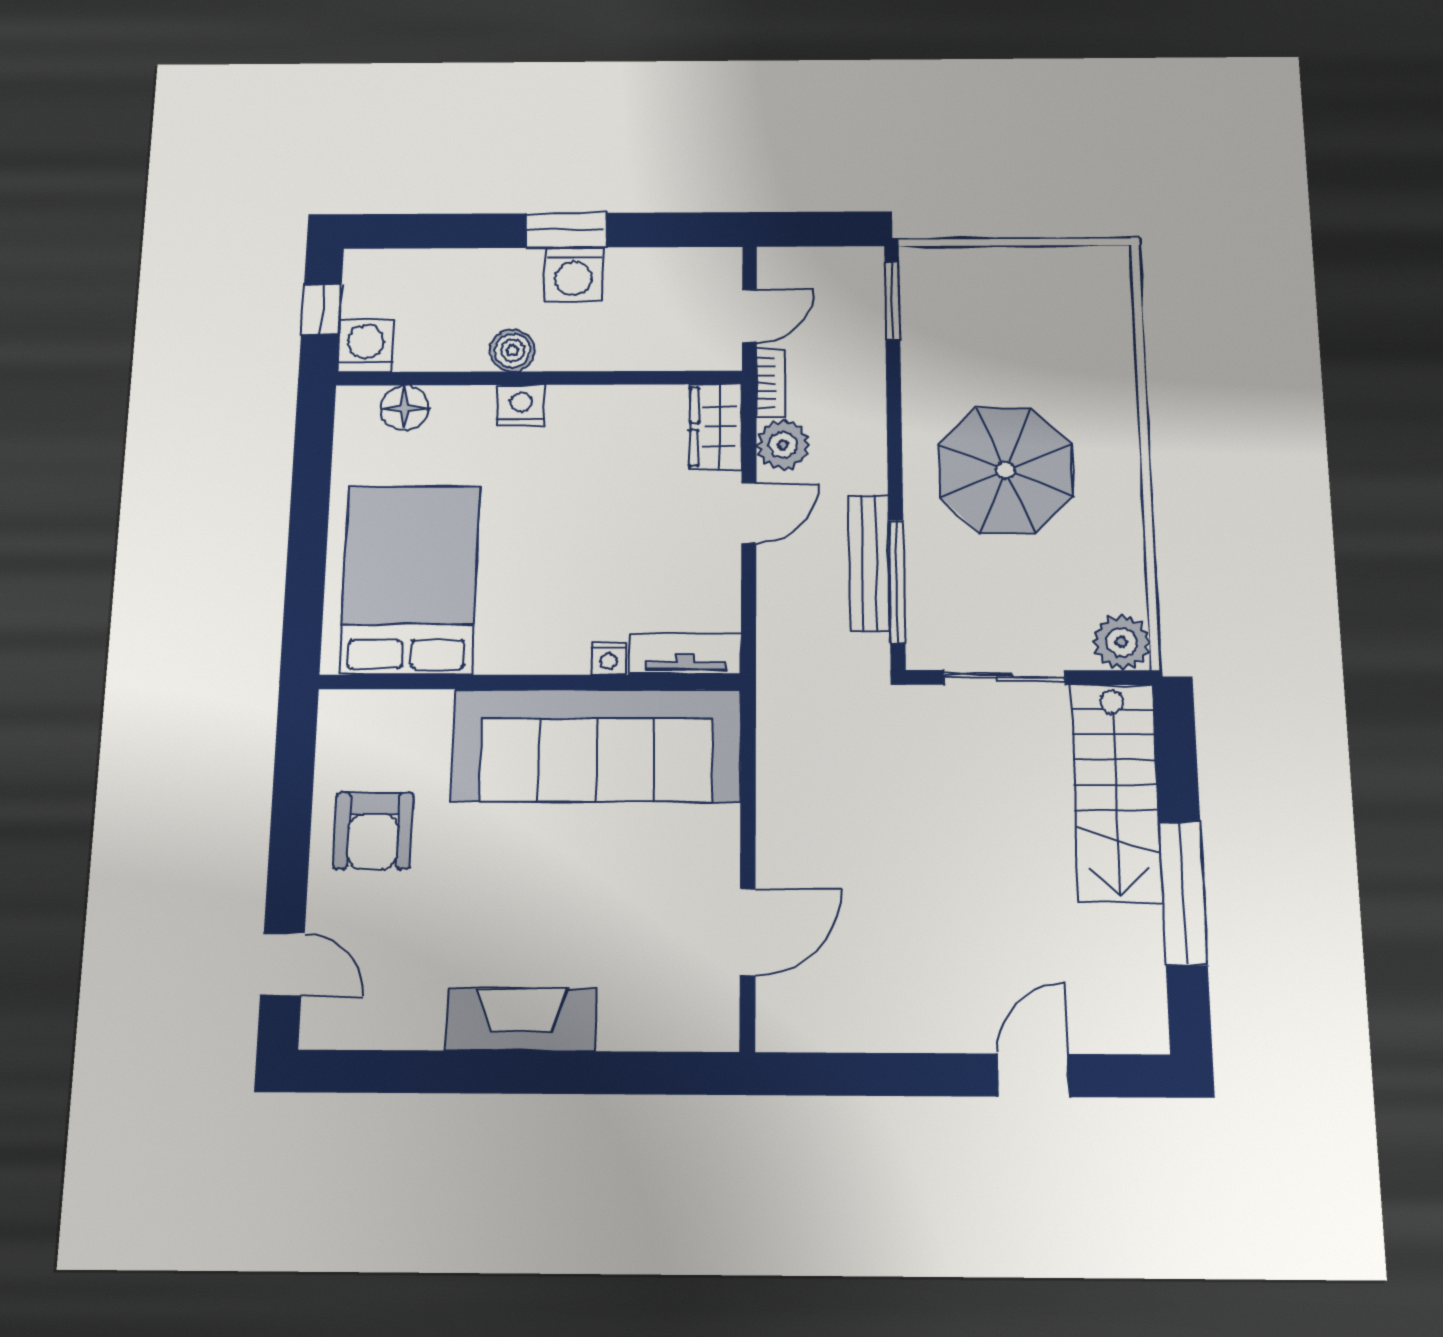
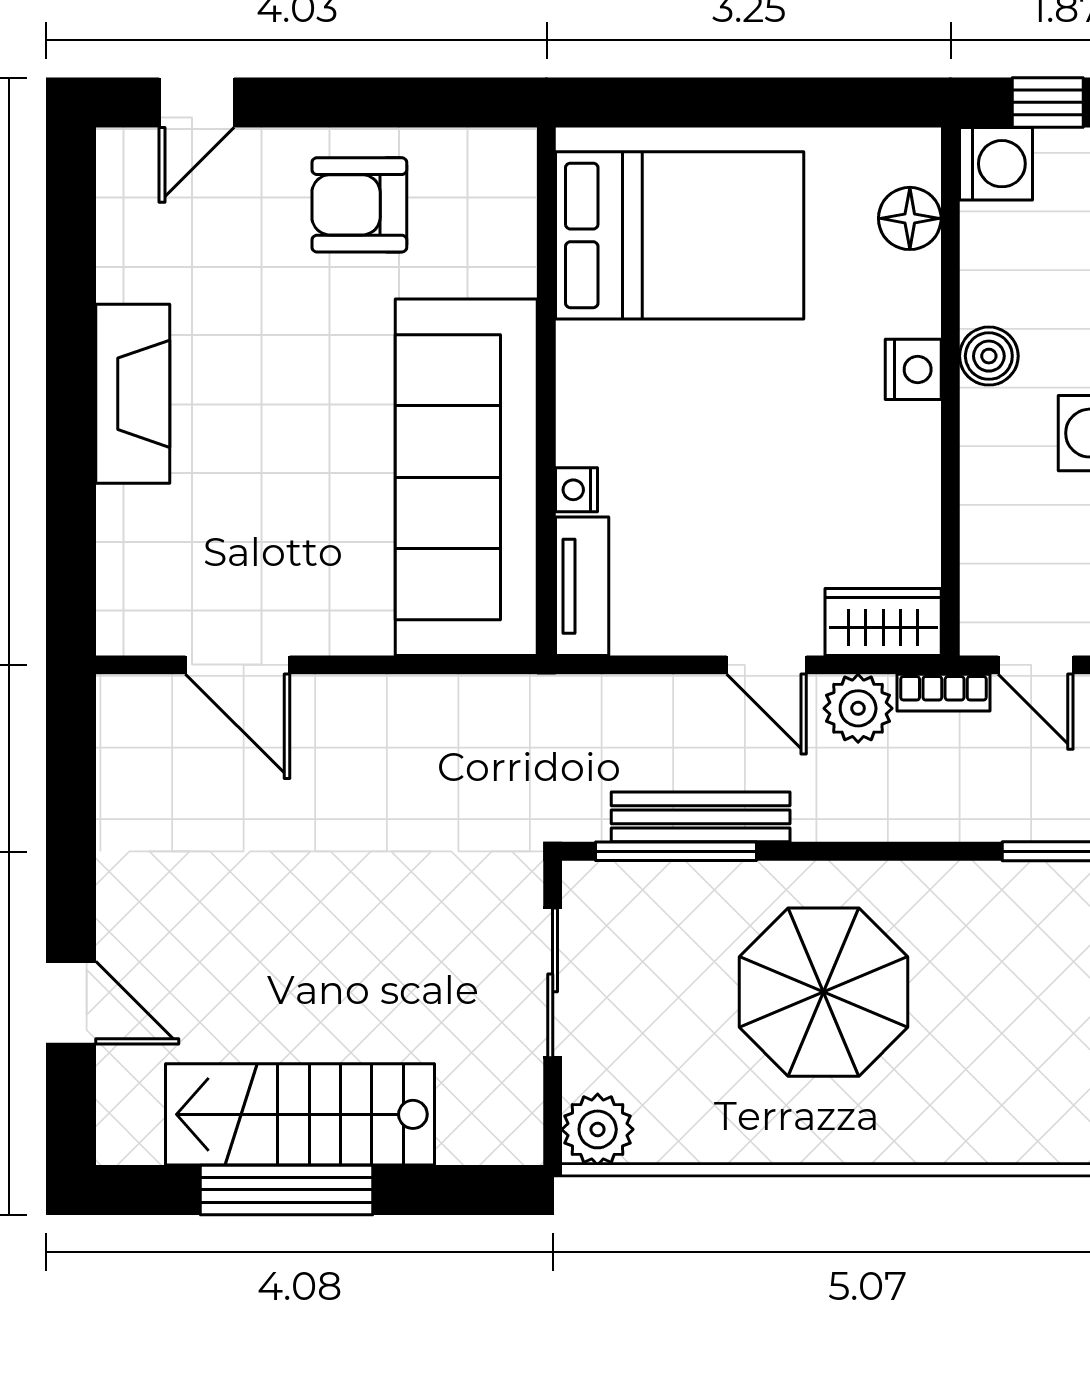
stairs: (1116, 792) -> (300, 1114), moved

